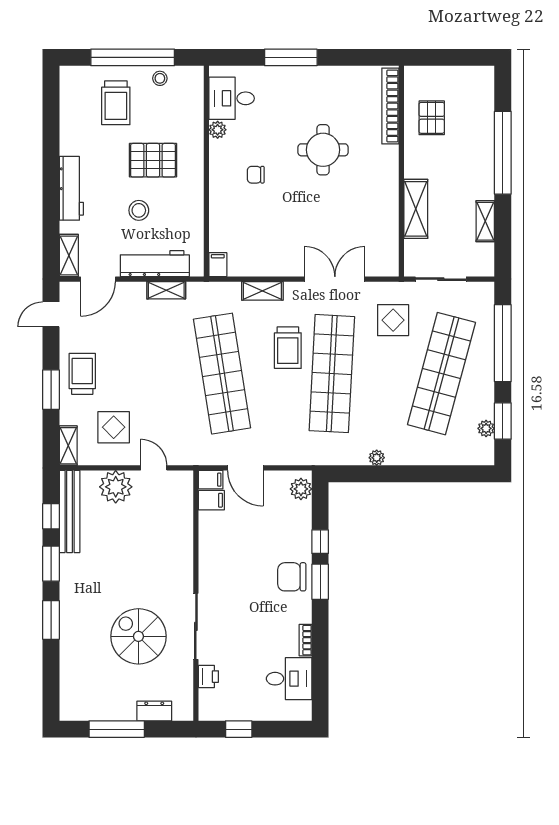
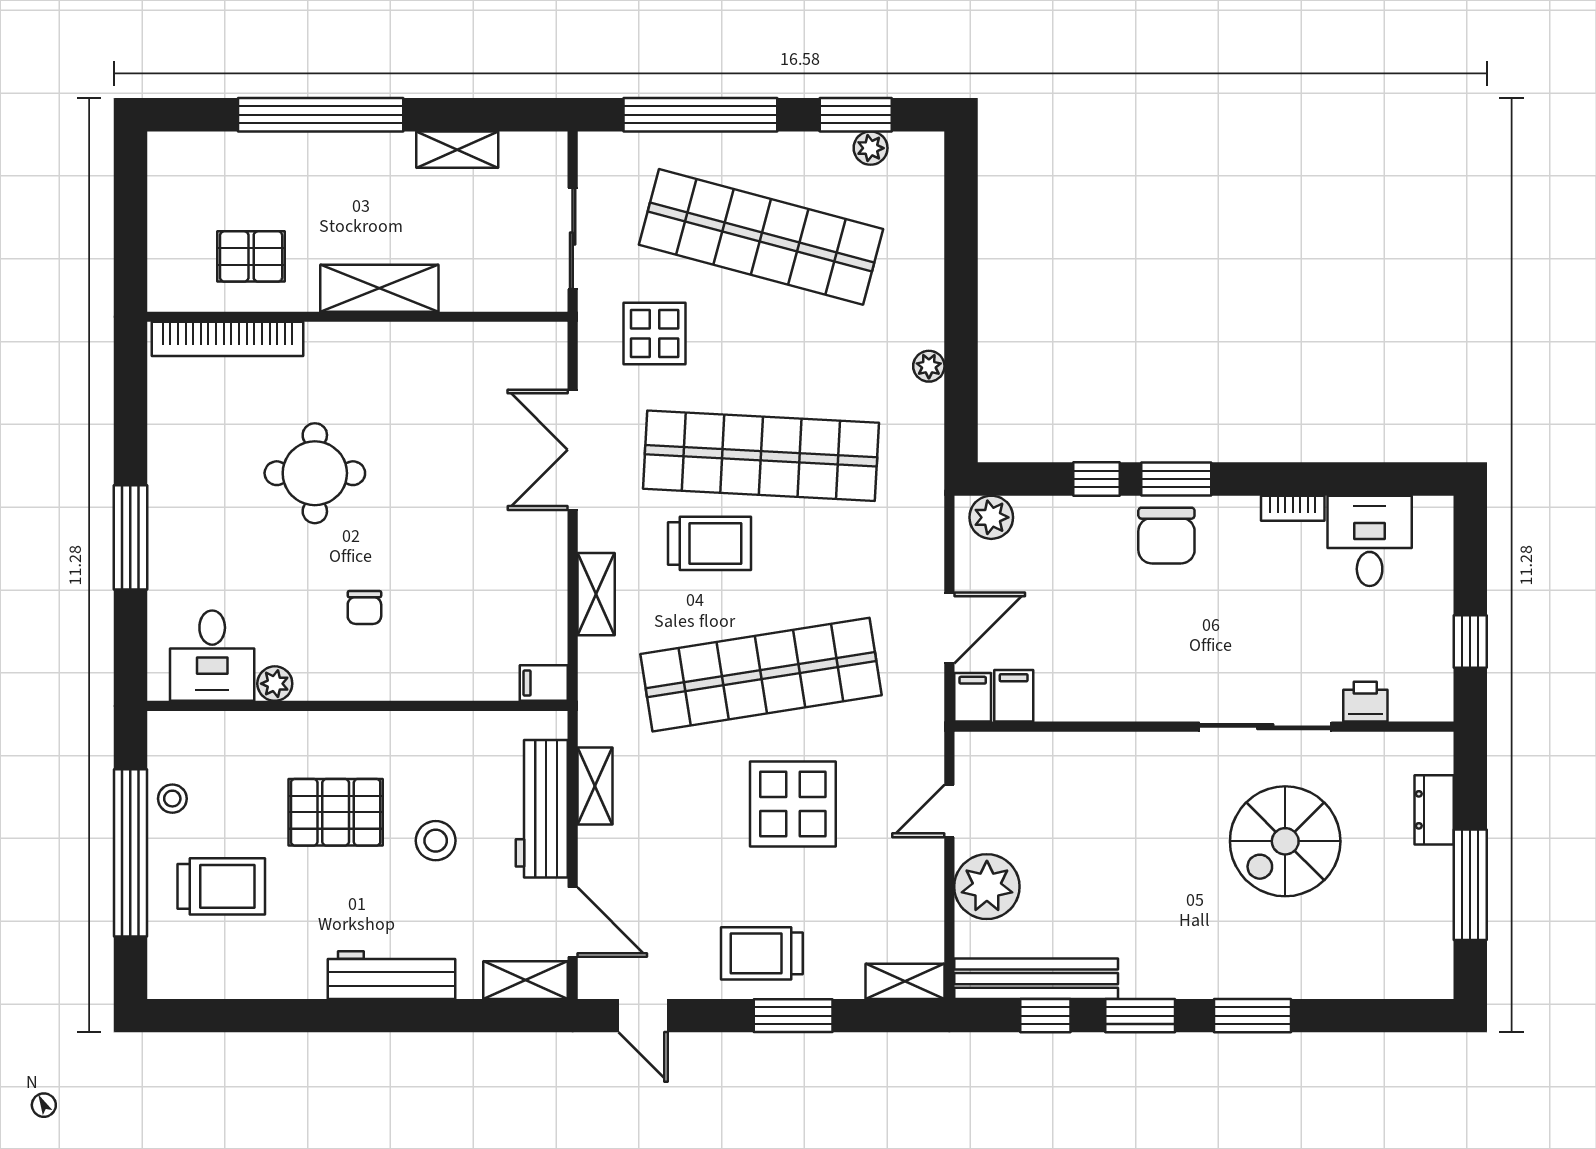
pallet: (153, 160) -> (336, 812), turned 90
shelving: (416, 209) -> (379, 288), moved
display table: (114, 427) -> (793, 804), moved, width x1.36, depth x1.36

